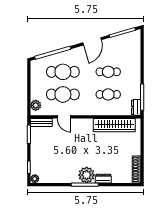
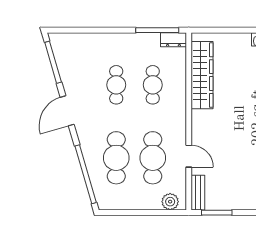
door: (92, 41) -> (67, 111), swing flipped
door: (64, 117) -> (189, 156), hinge flipped

